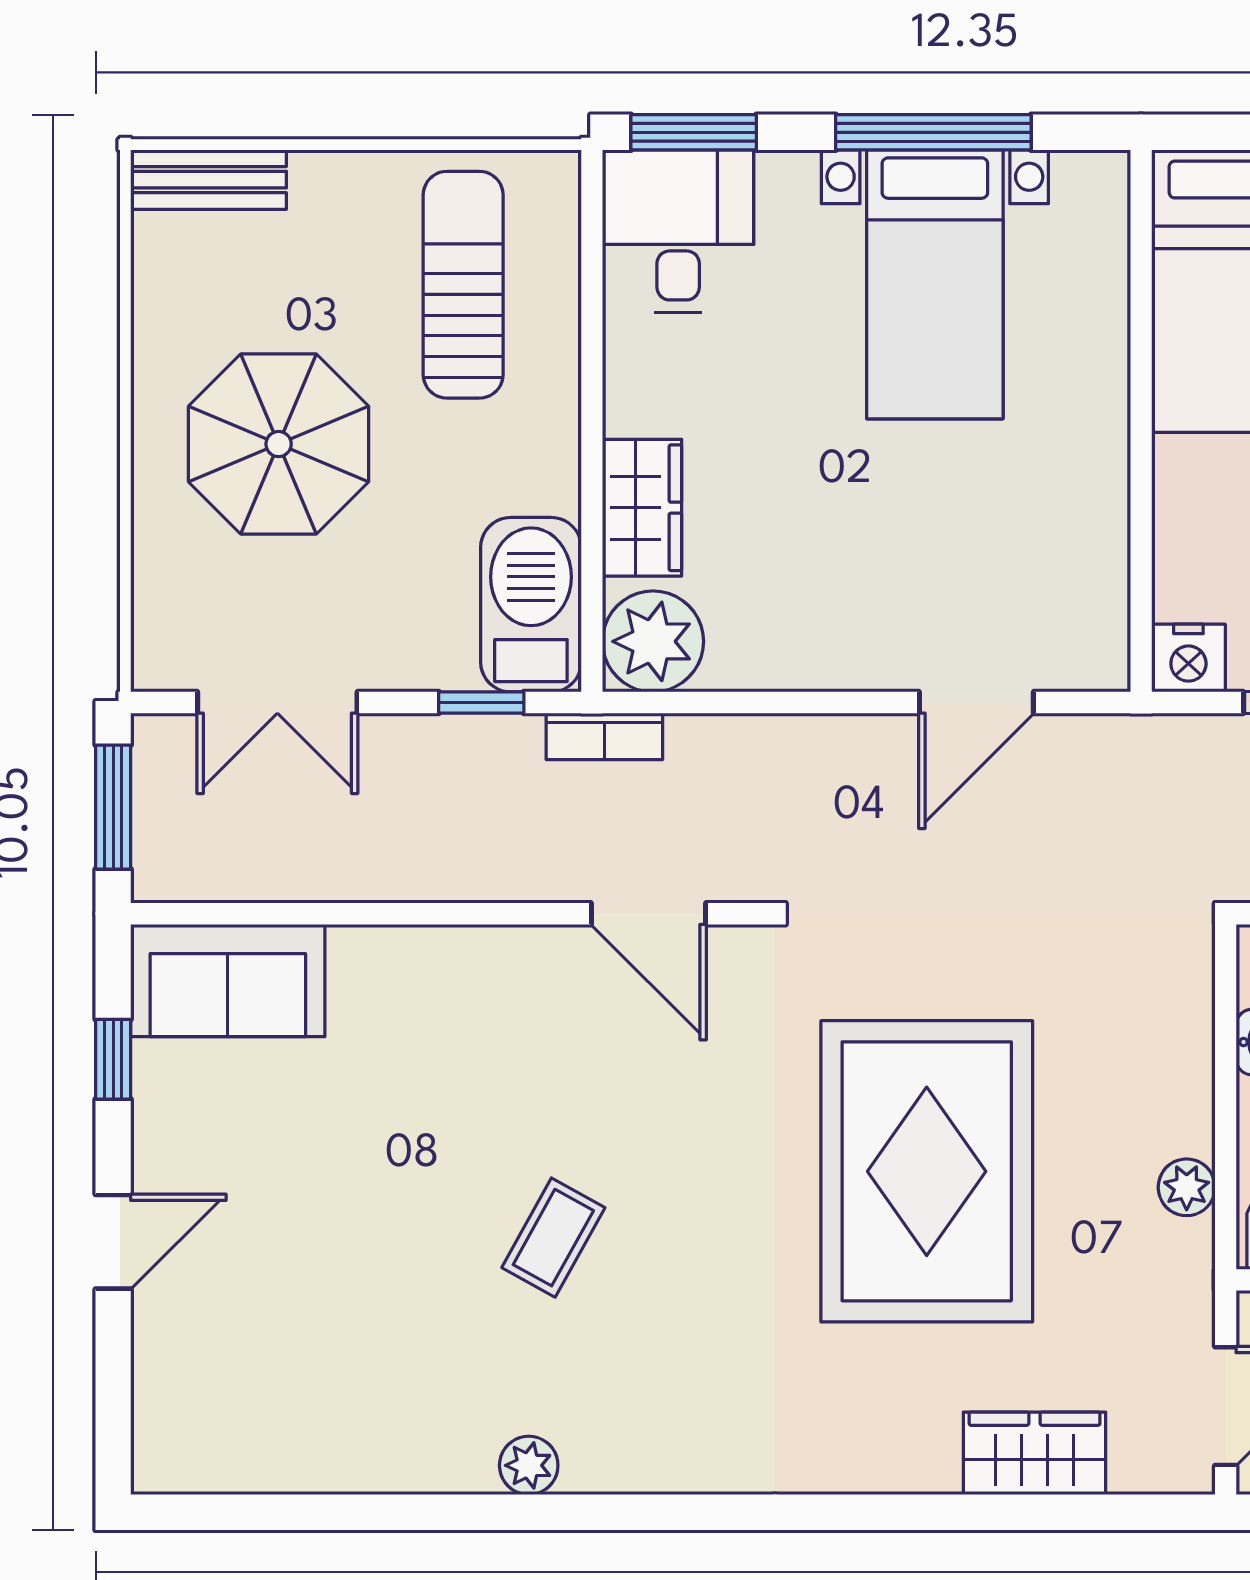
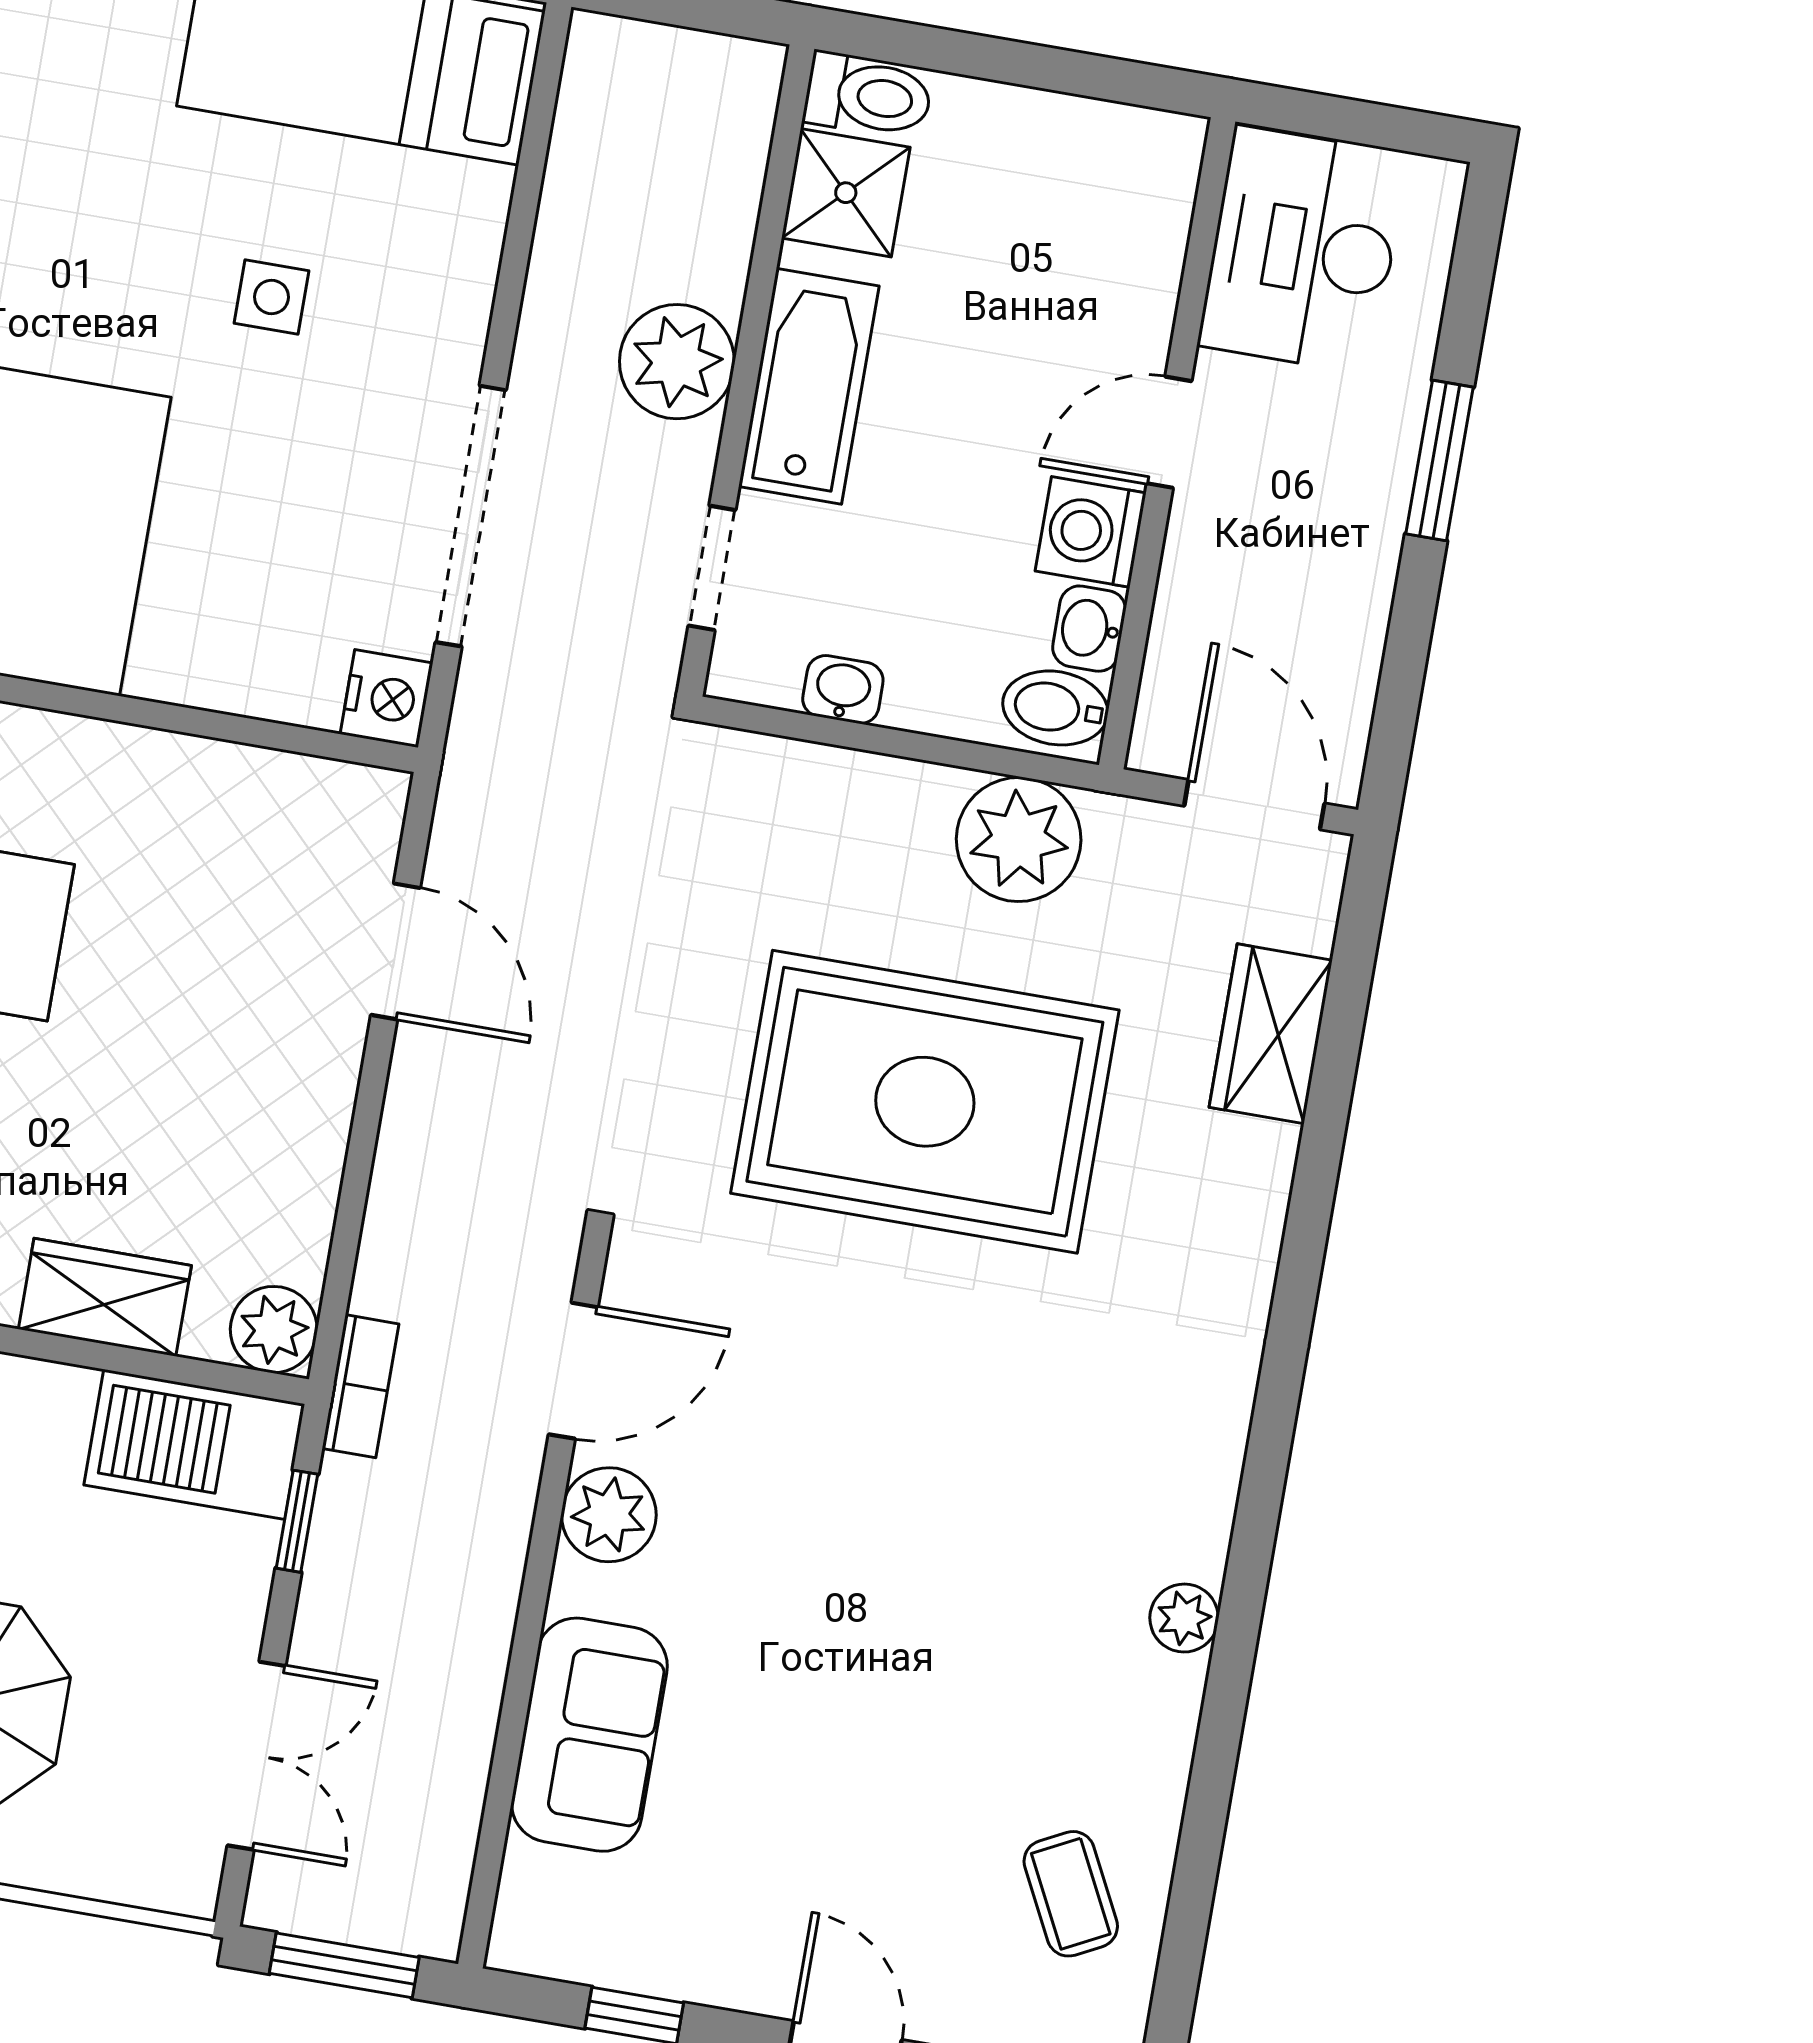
plant: (653, 641) -> (274, 1330), width x0.73, depth x0.73
plant: (532, 965) -> (609, 1515), added
sofa: (228, 981) -> (589, 1735), moved
plant: (1187, 1187) -> (1019, 839), width x1.87, depth x1.87
coffee table: (553, 1238) -> (1071, 1894), moved, turned 34

